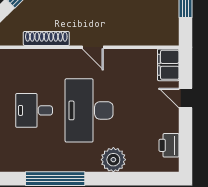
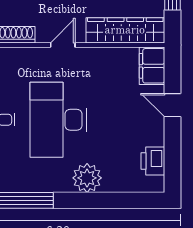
wardrobe: (146, 35) -> (125, 30), added
door: (93, 47) -> (63, 45), swing flipped

